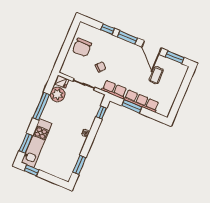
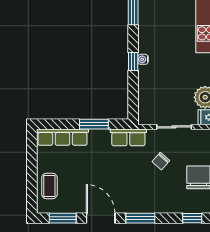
window: (108, 29) -> (192, 218), moved
coffee table: (156, 75) -> (49, 186), moved
row of seats: (141, 101) -> (63, 137), moved
window: (101, 113) -> (133, 61), moved

